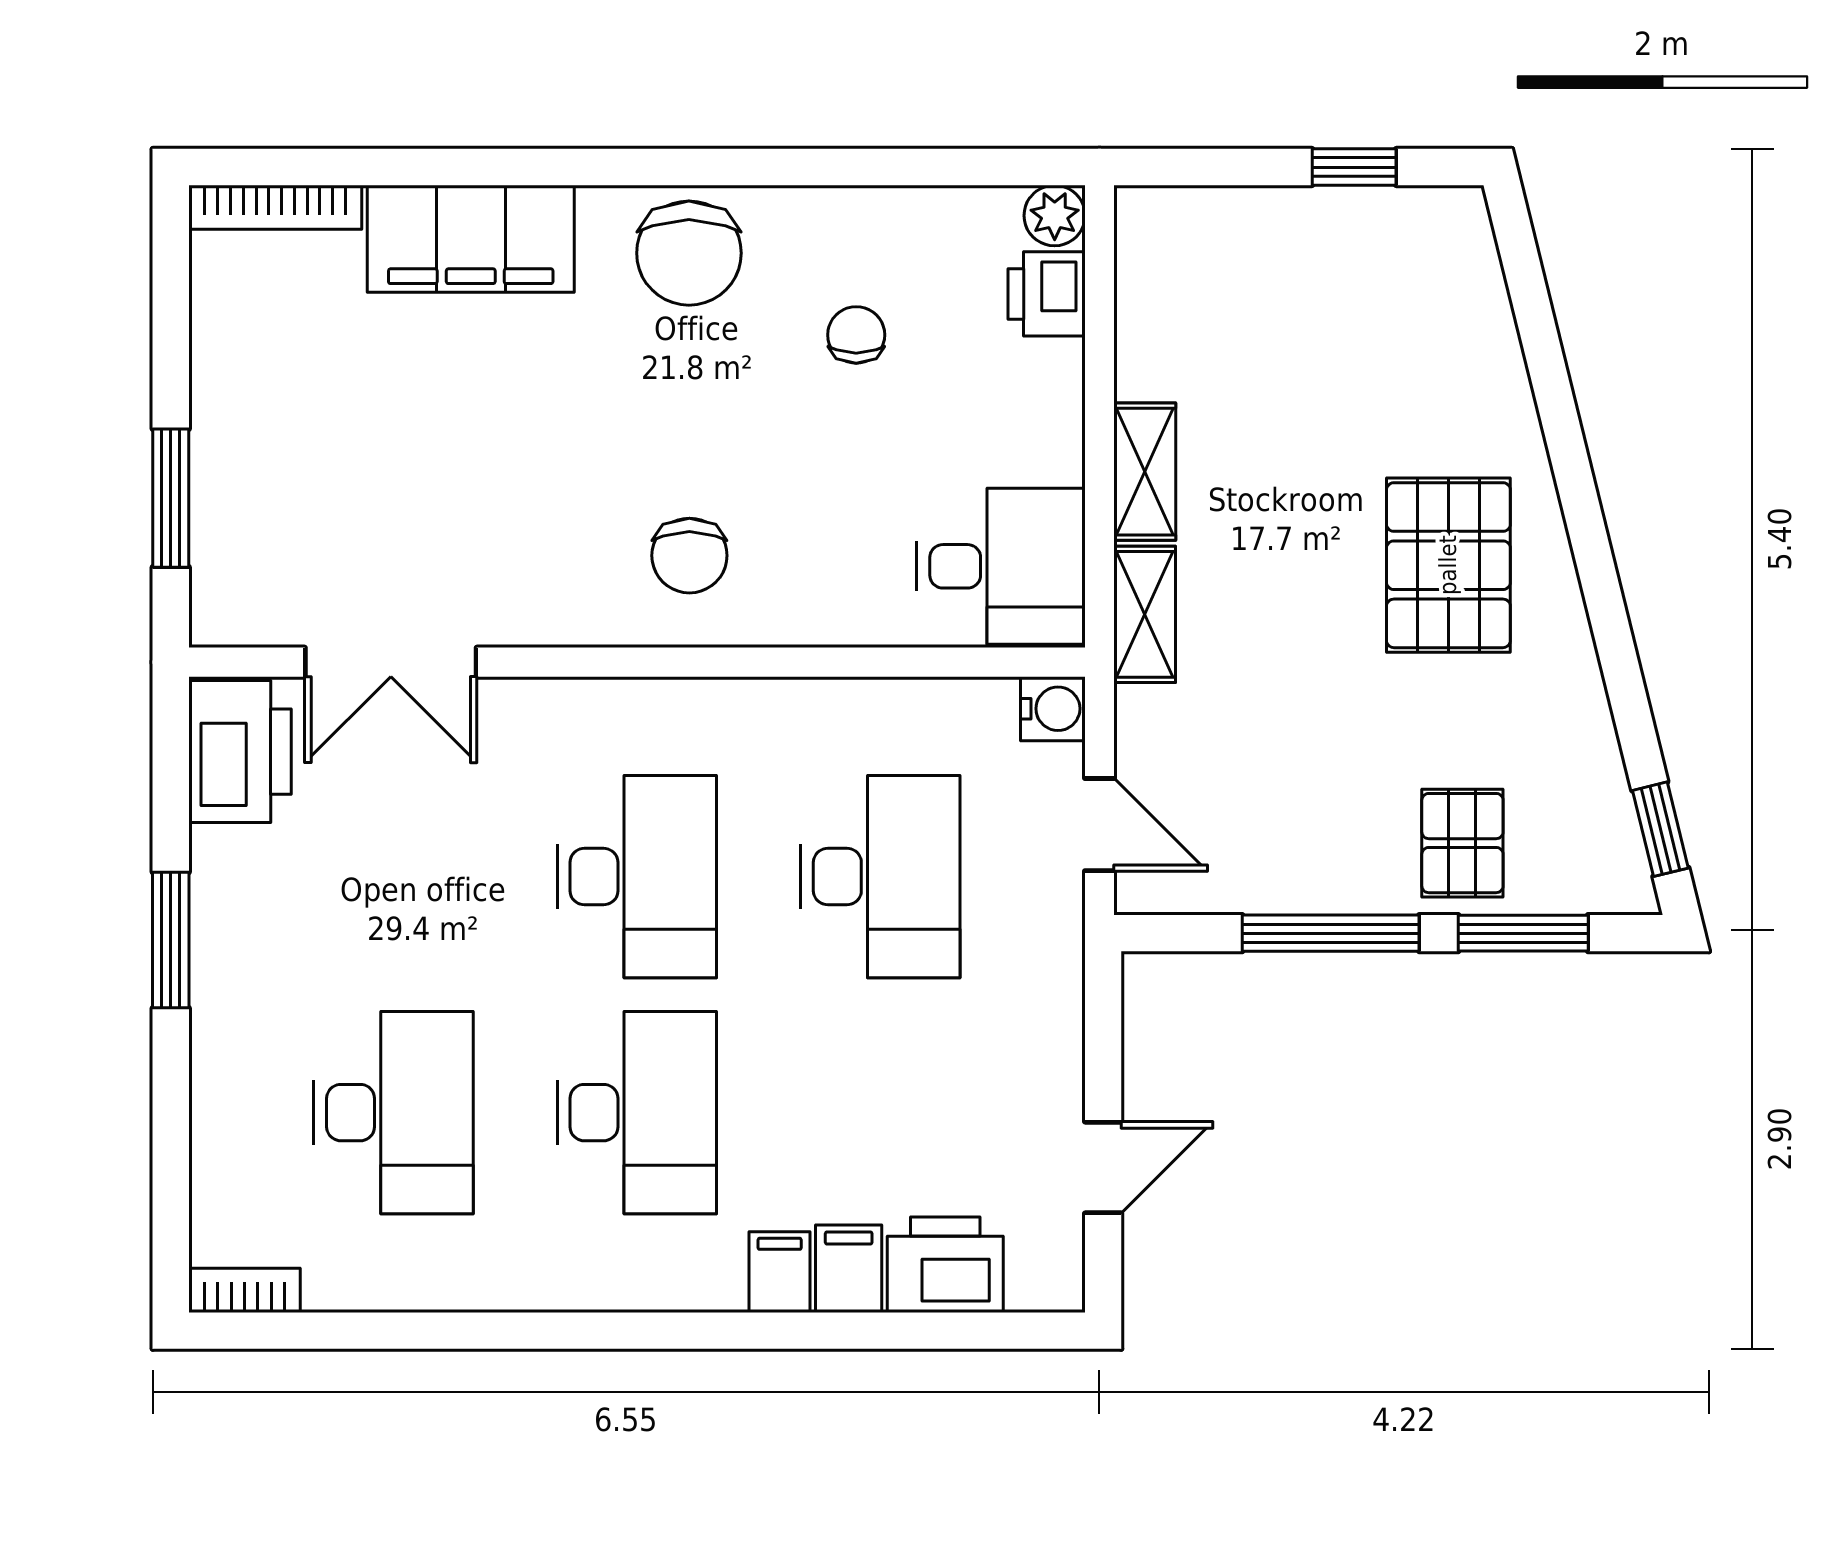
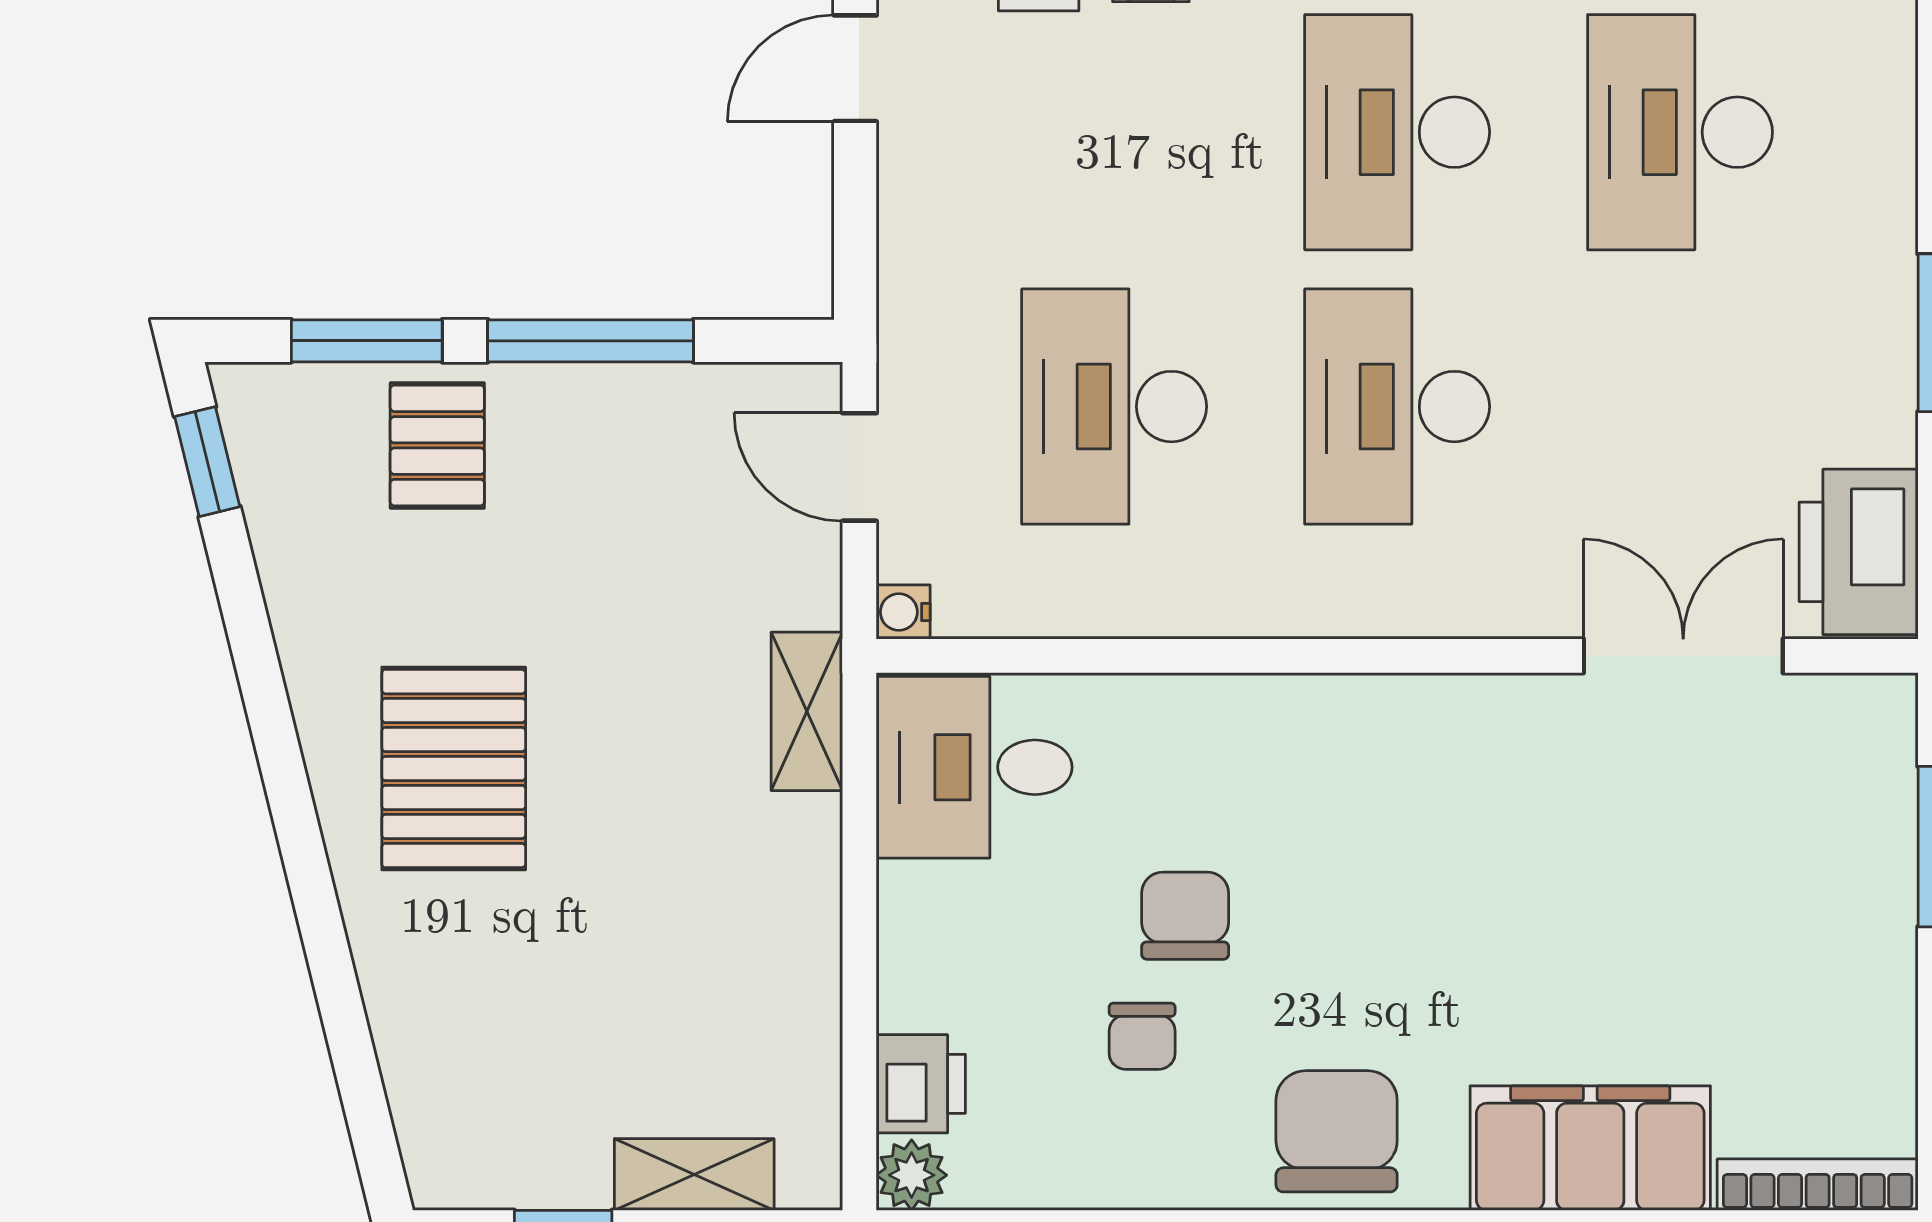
shelving: (1145, 472) -> (694, 1174), moved, turned 90
chair: (689, 556) -> (1185, 916), moved
water cooler: (1053, 709) -> (903, 612), width x0.72, depth x0.72

